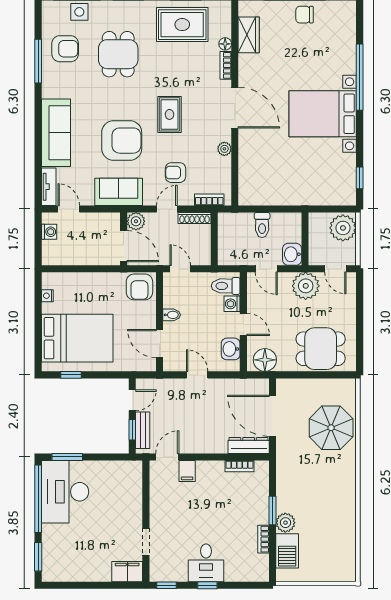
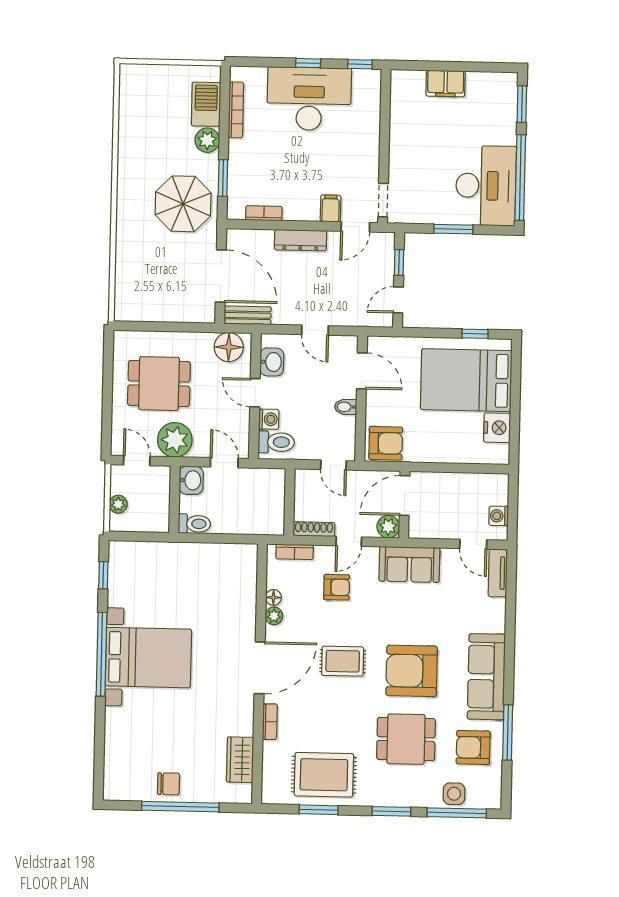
floor lamp: (225, 44) -> (273, 597), moved
dining table: (118, 54) -> (406, 739), turned 90
window: (360, 77) -> (102, 654), moved
door: (235, 108) -> (260, 668), swing flipped
rug: (169, 114) -> (343, 661), turned 90
sofa: (56, 133) -> (486, 677), moved
armchair: (122, 141) -> (412, 671), moved
toilet: (262, 225) -> (194, 524), moved, turned 90
plant: (343, 228) -> (118, 504), width x0.53, depth x0.53
door: (124, 246) -> (405, 495), hinge flipped
armchair: (139, 287) -> (386, 443), turned 90
nightstand: (47, 296) -> (497, 428), width x1.89, depth x1.79
dining table: (321, 349) -> (159, 384), moved
parasol: (331, 428) -> (183, 204), moved
bench: (143, 430) -> (248, 315), moved, turned 90
dresser: (249, 445) -> (300, 240), moved
window: (67, 457) -> (453, 229), moved
window: (272, 511) -> (223, 178), moved
bookcase: (263, 539) -> (236, 110), width x1.56
doorway: (146, 542) -> (383, 200), moved
desk: (206, 563) -> (309, 99), width x1.87, depth x1.30
filing cabinet: (127, 572) -> (446, 83), moved

